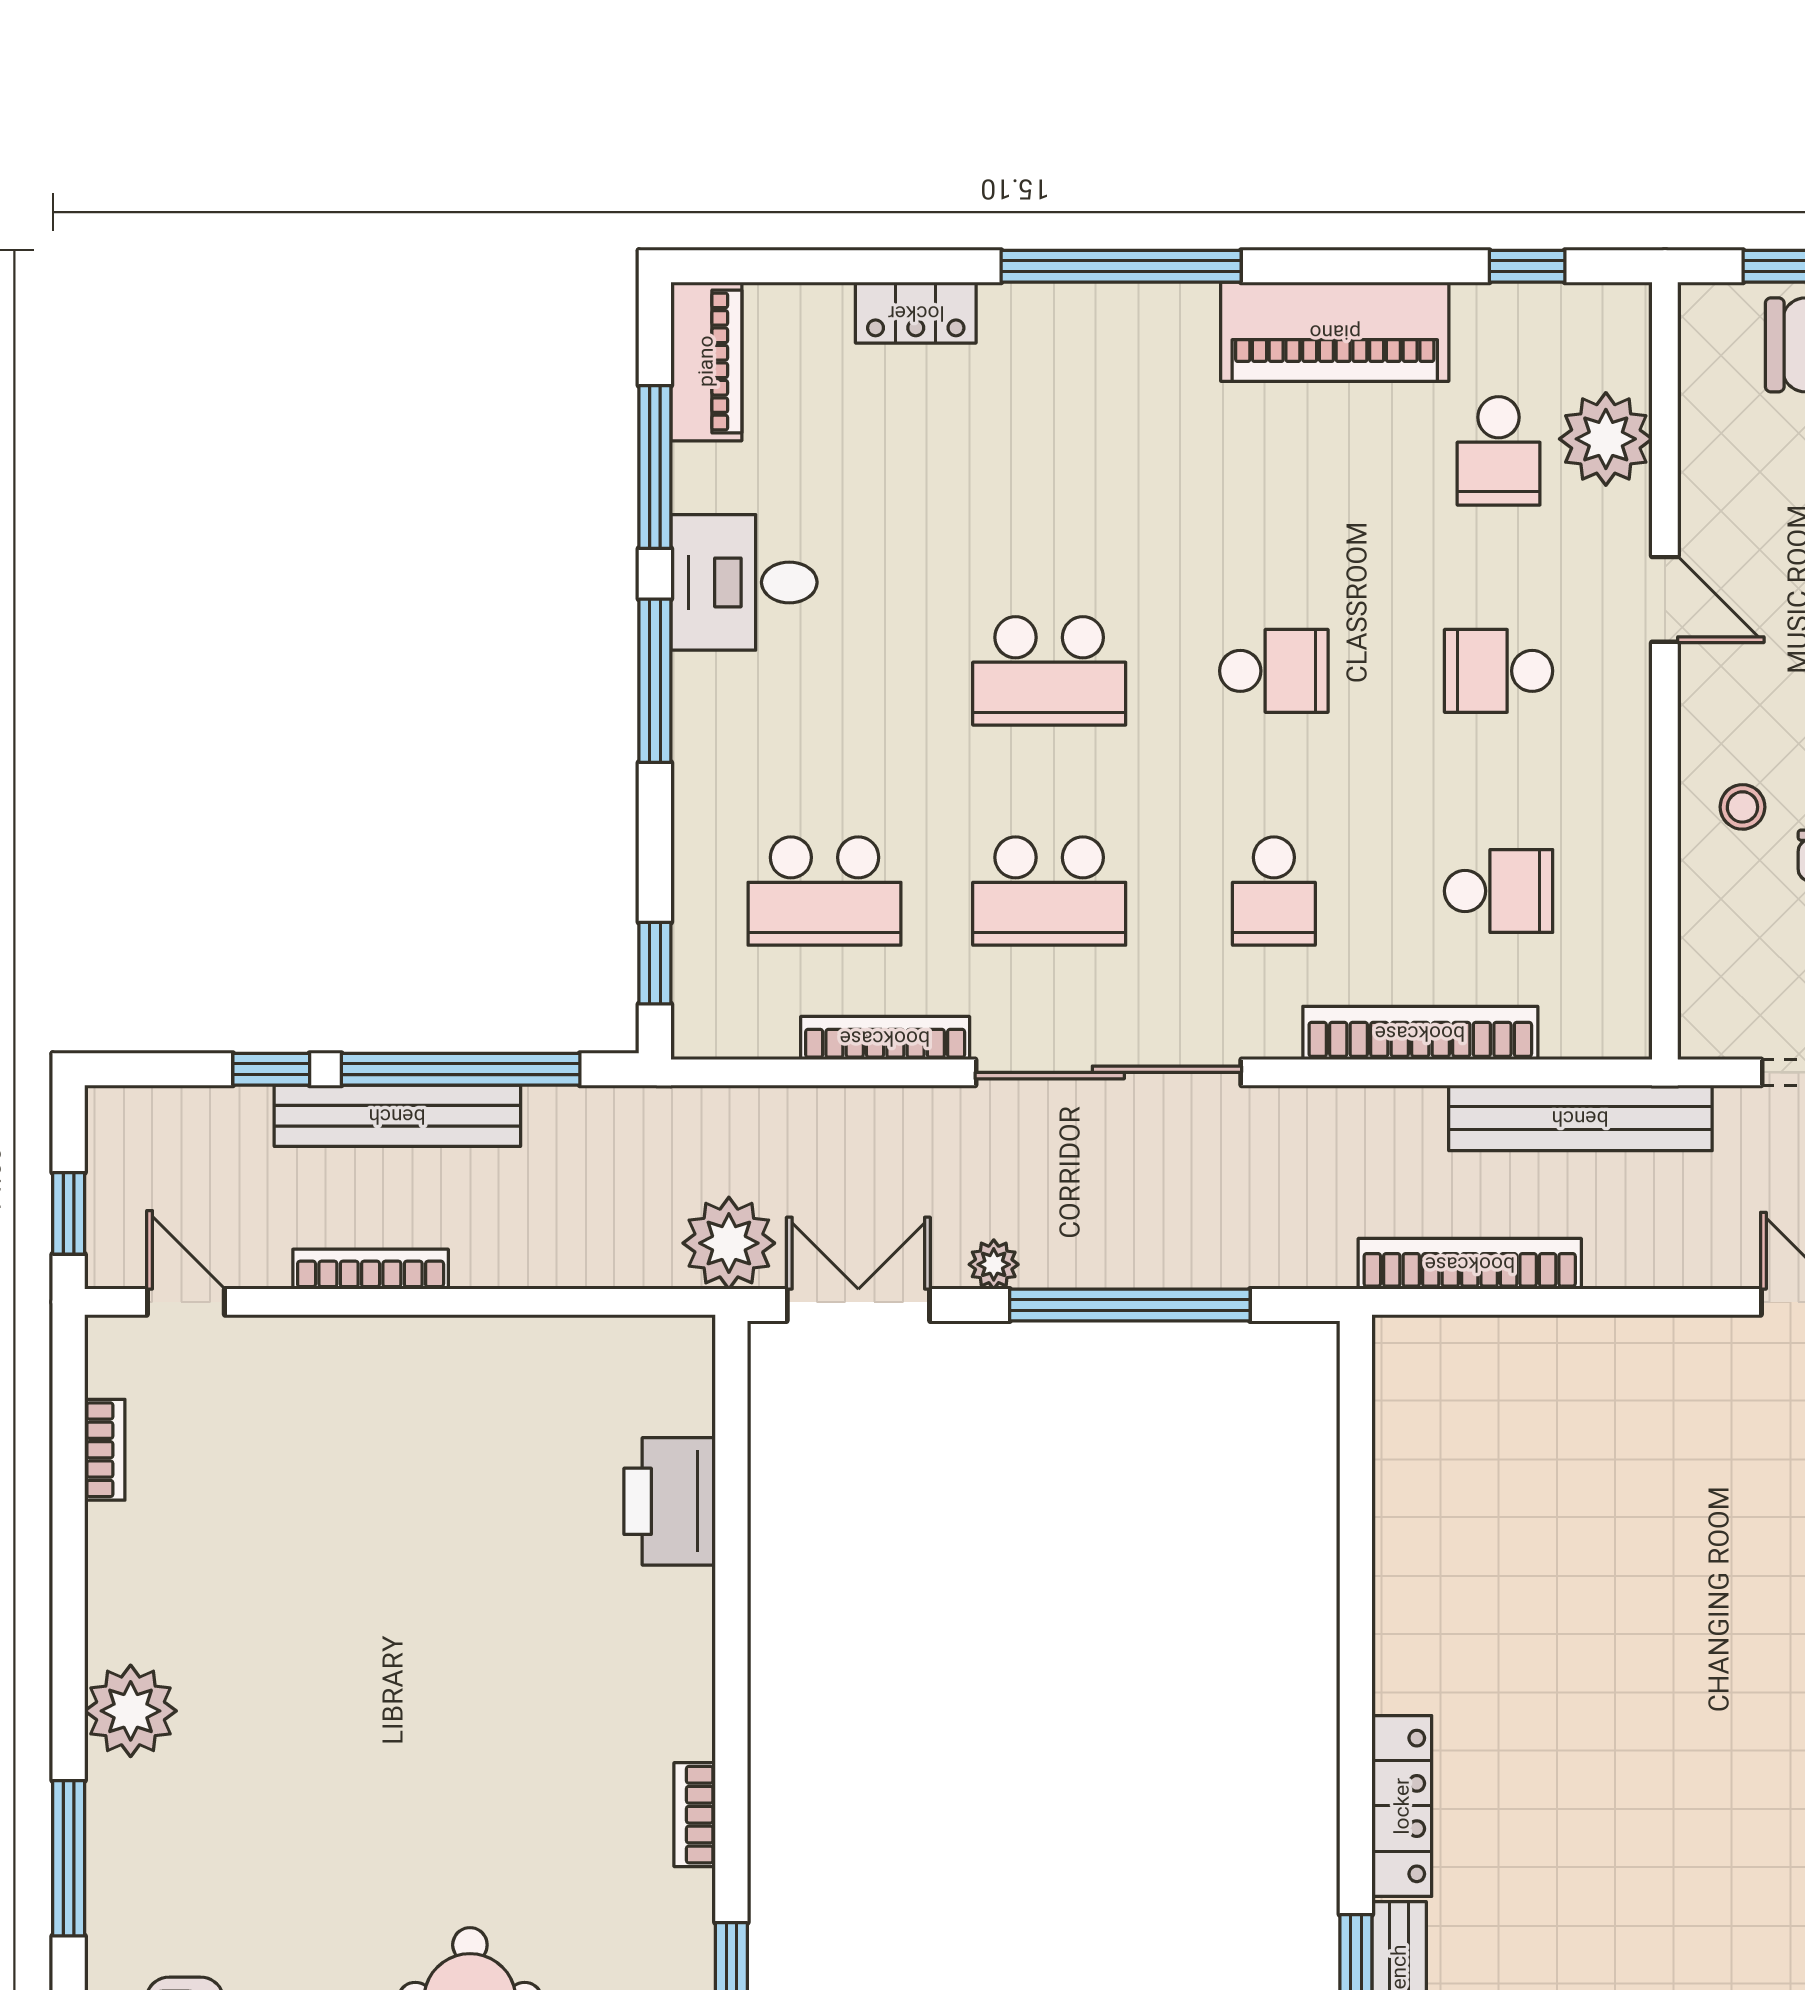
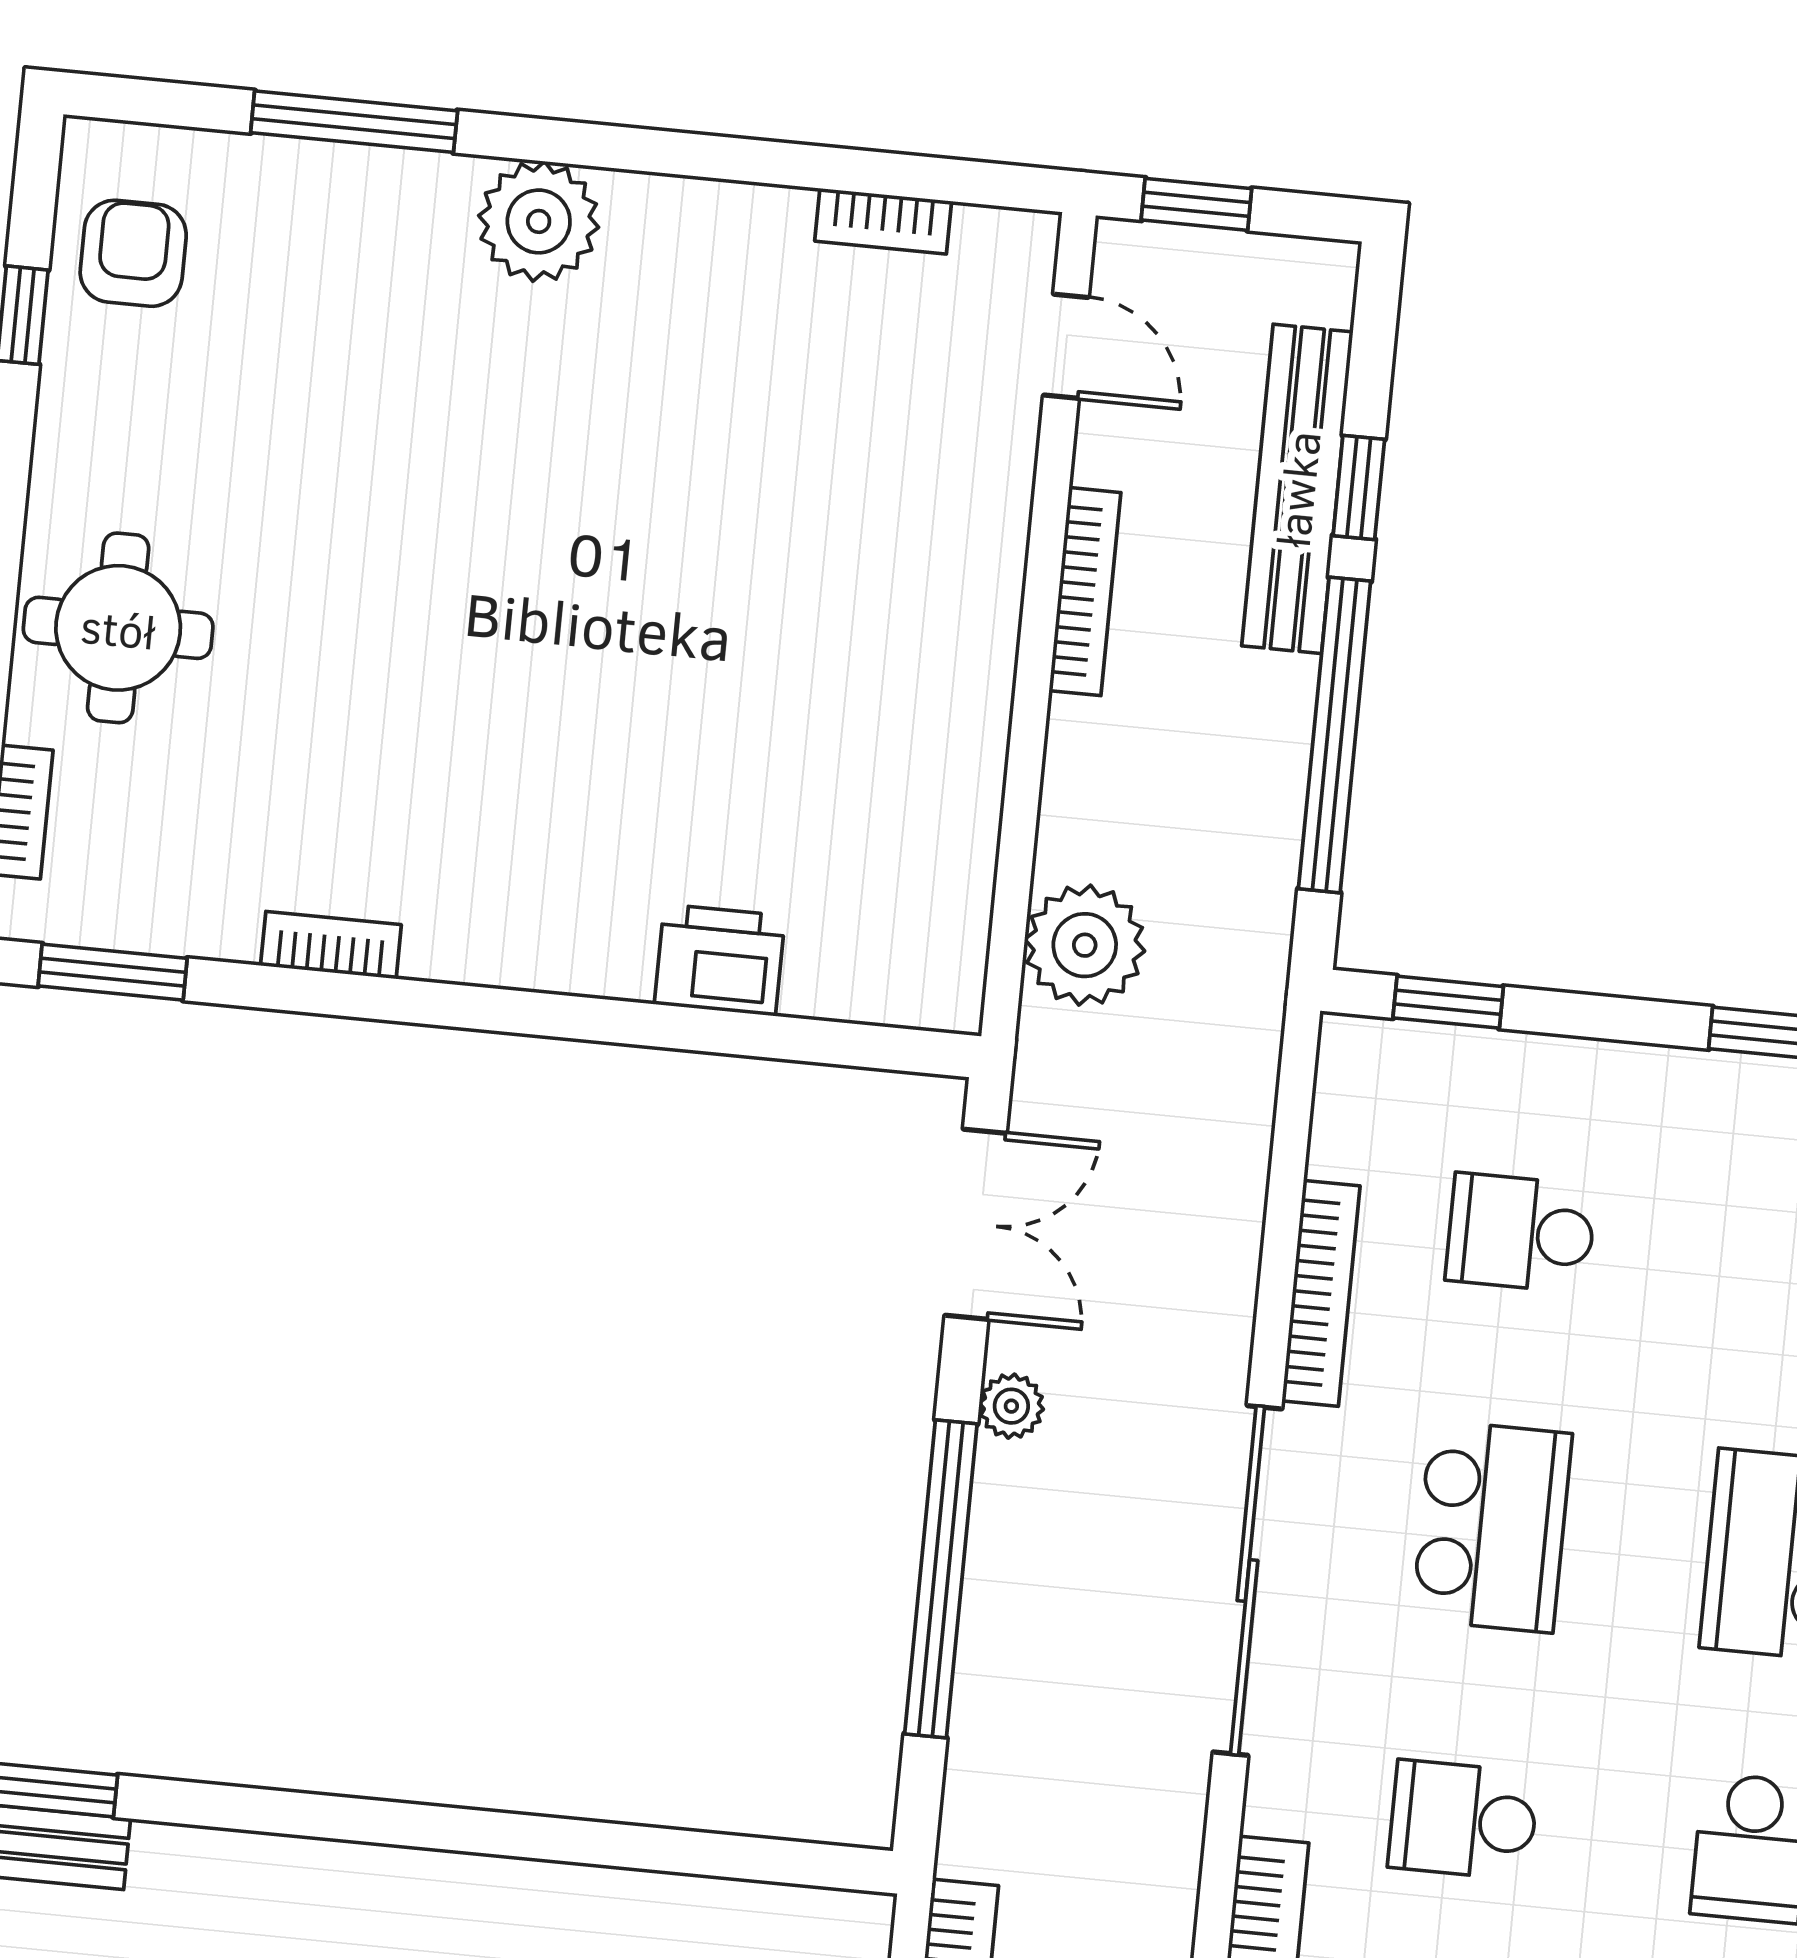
school desk: (825, 891) -> (1521, 1233), width x0.54
school desk: (1049, 891) -> (1492, 1526), turned 180
bench: (397, 1116) -> (1297, 489), moved
plant: (729, 1243) -> (1085, 945), moved
door: (186, 1302) -> (1066, 346), hinge flipped
printer: (670, 1501) -> (720, 960), width x0.73, depth x0.84
locker: (1402, 1806) -> (252, 1870), removed

